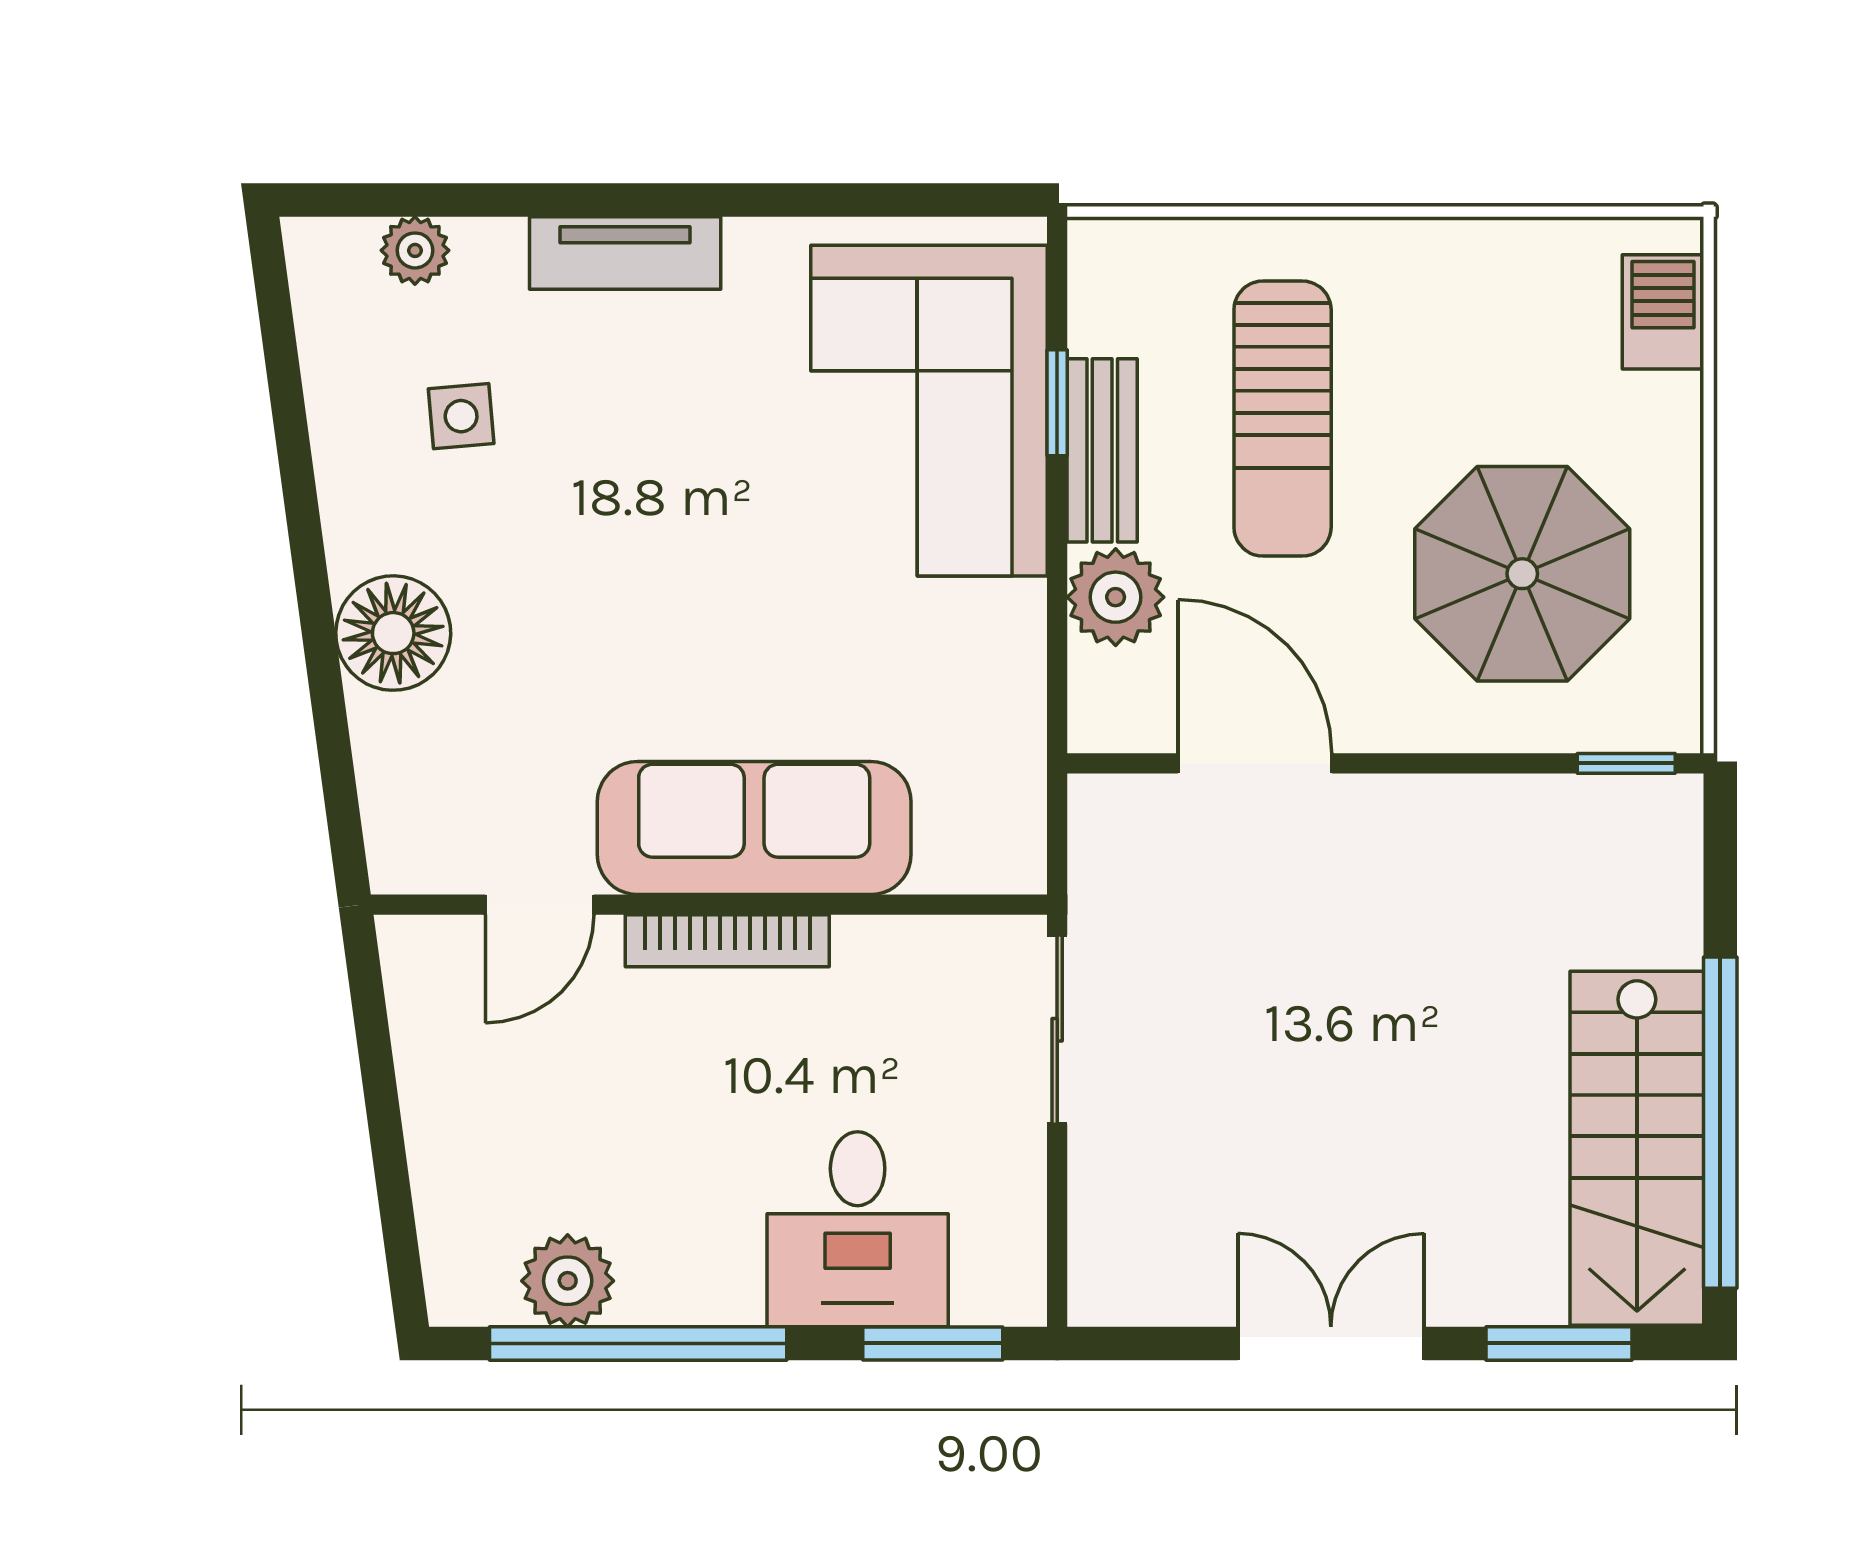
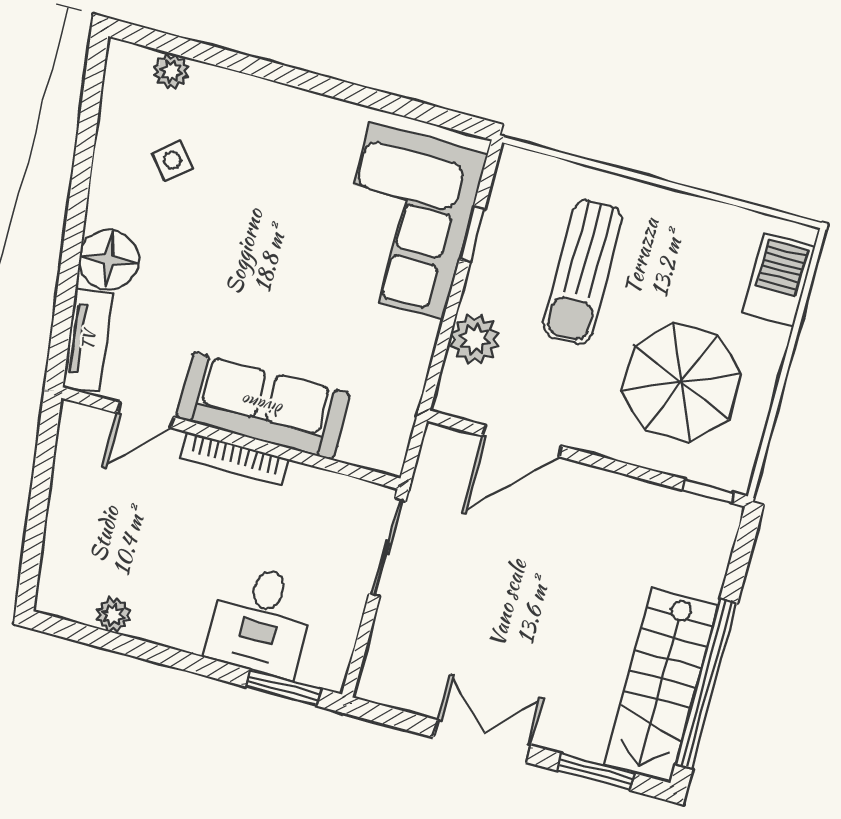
tv unit: (625, 253) -> (88, 340), moved, turned -98
barbecue: (1663, 312) -> (779, 280), width x1.38, depth x1.27
side table: (461, 416) -> (172, 160), turned -34
bench: (1102, 450) -> (488, 264), removed
door: (1255, 763) -> (522, 441), swing flipped
plant: (568, 1281) -> (113, 615), width x0.73, depth x0.73
window: (638, 1343) -> (136, 648), removed

